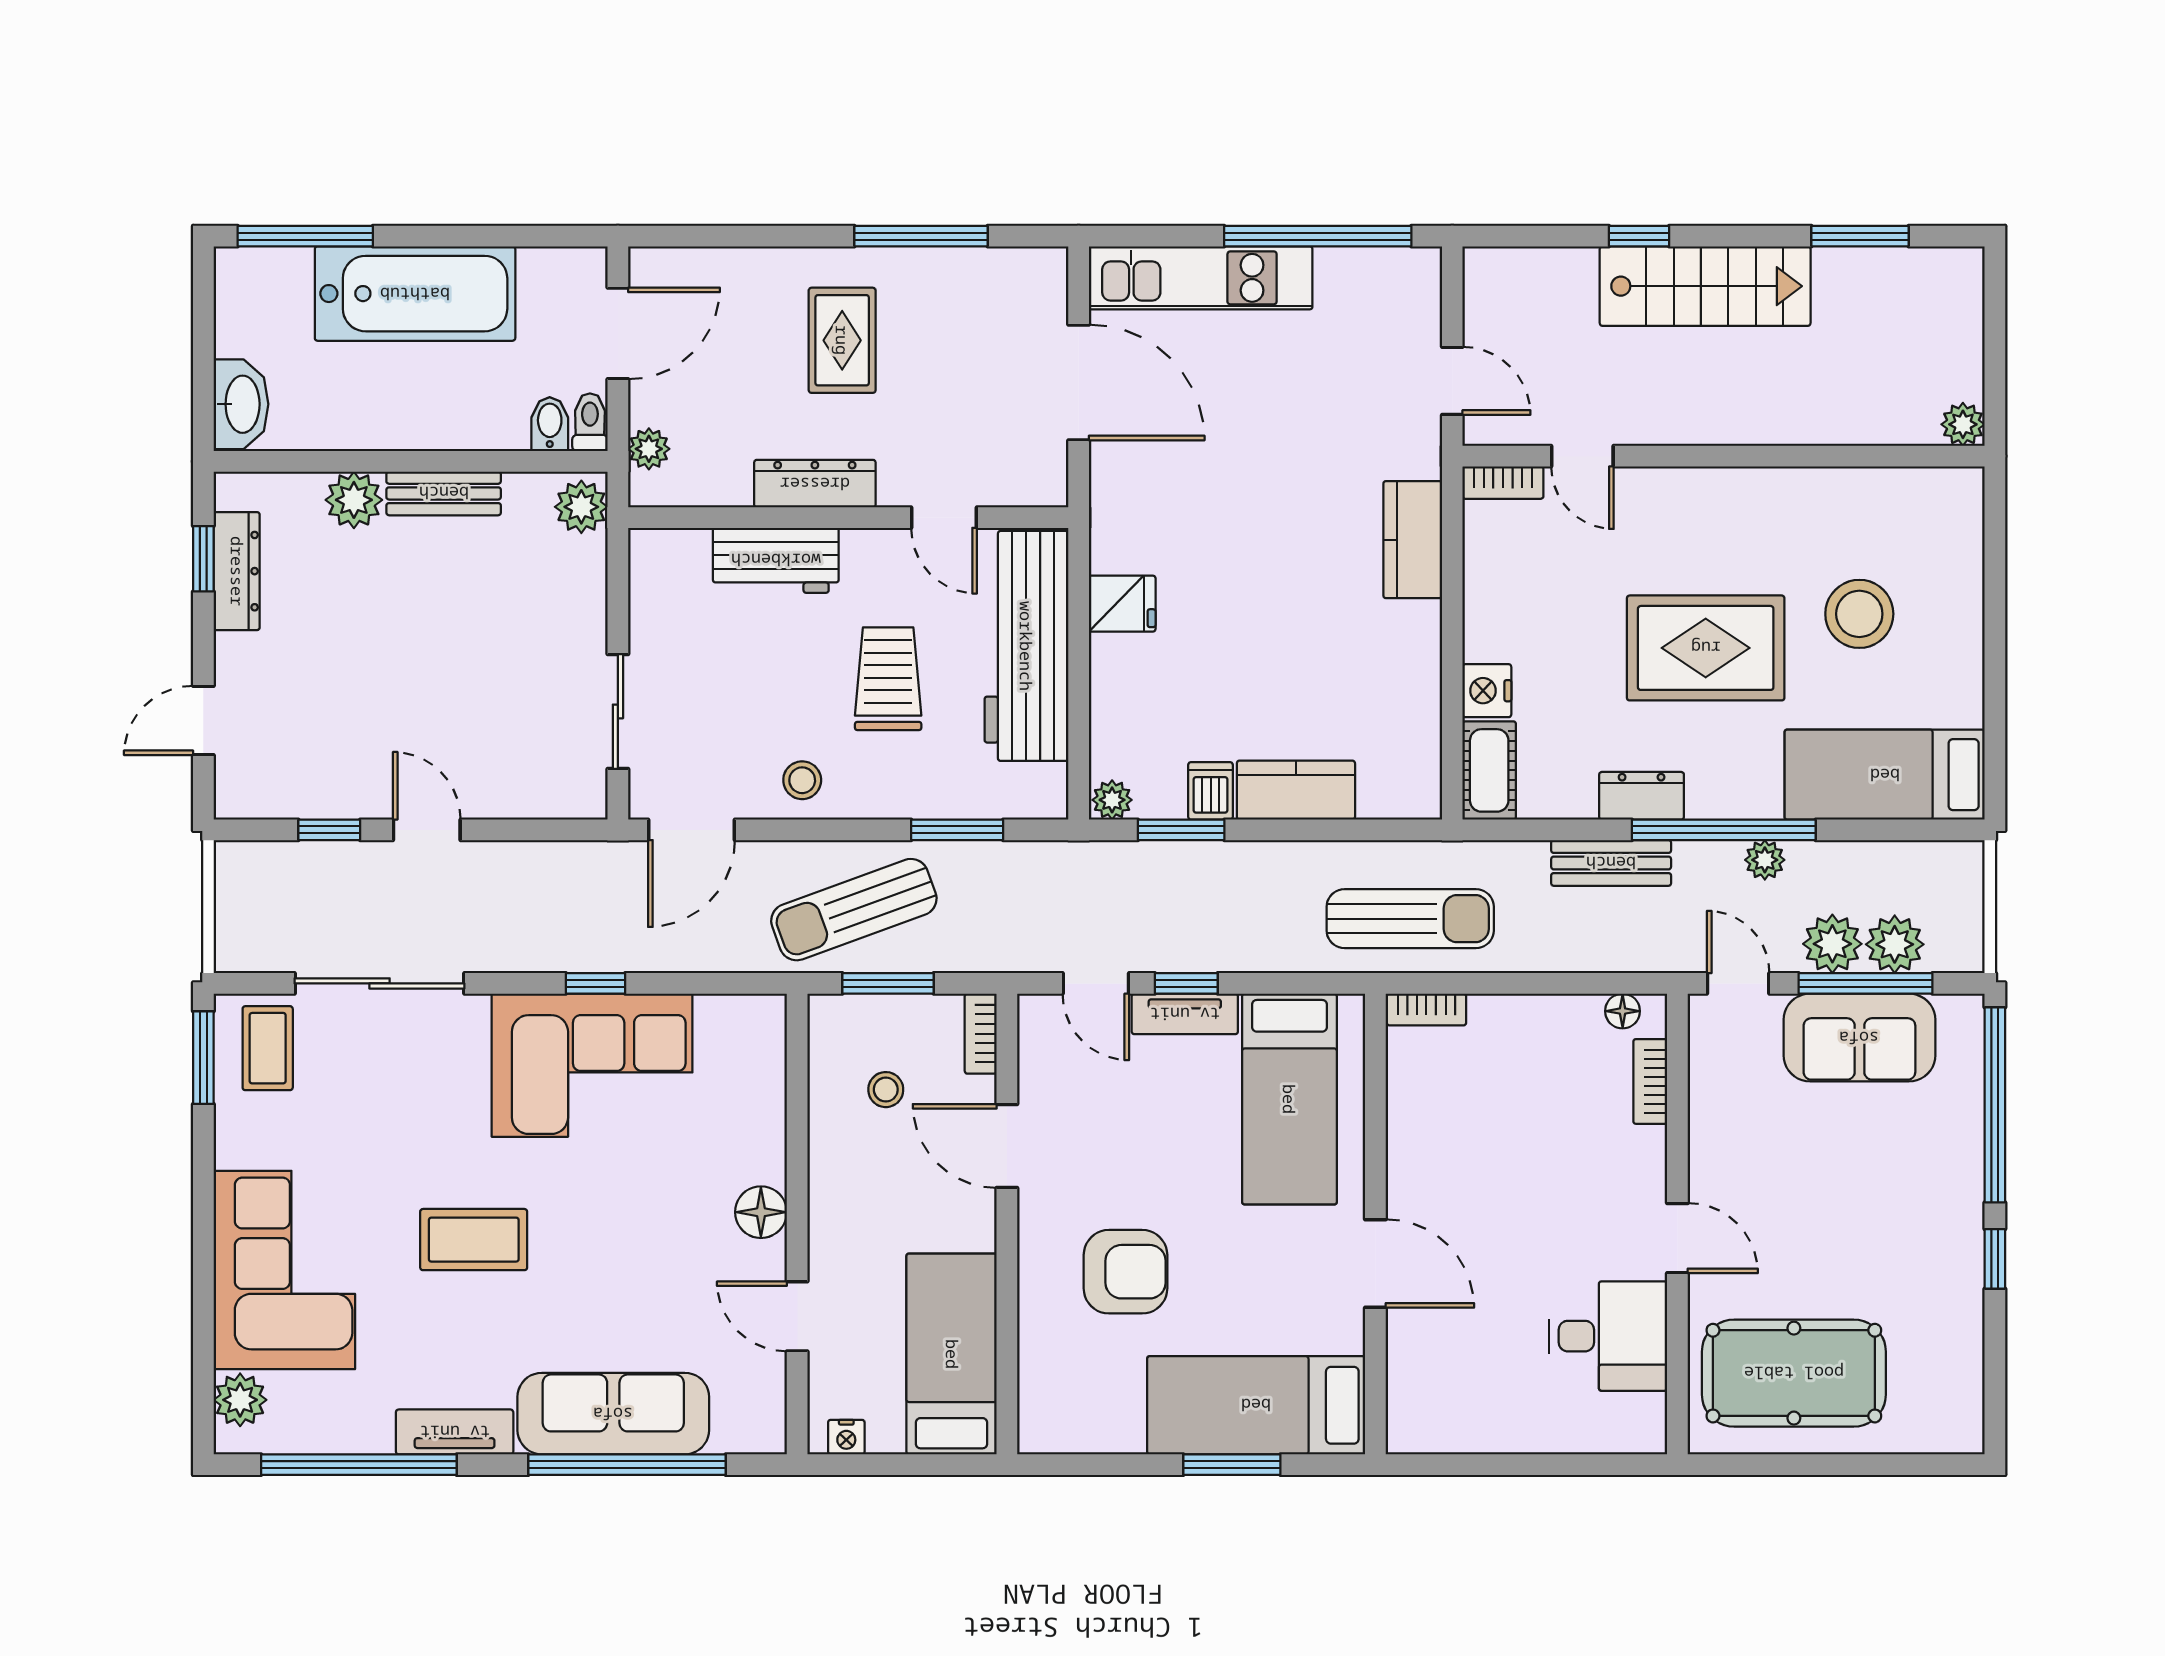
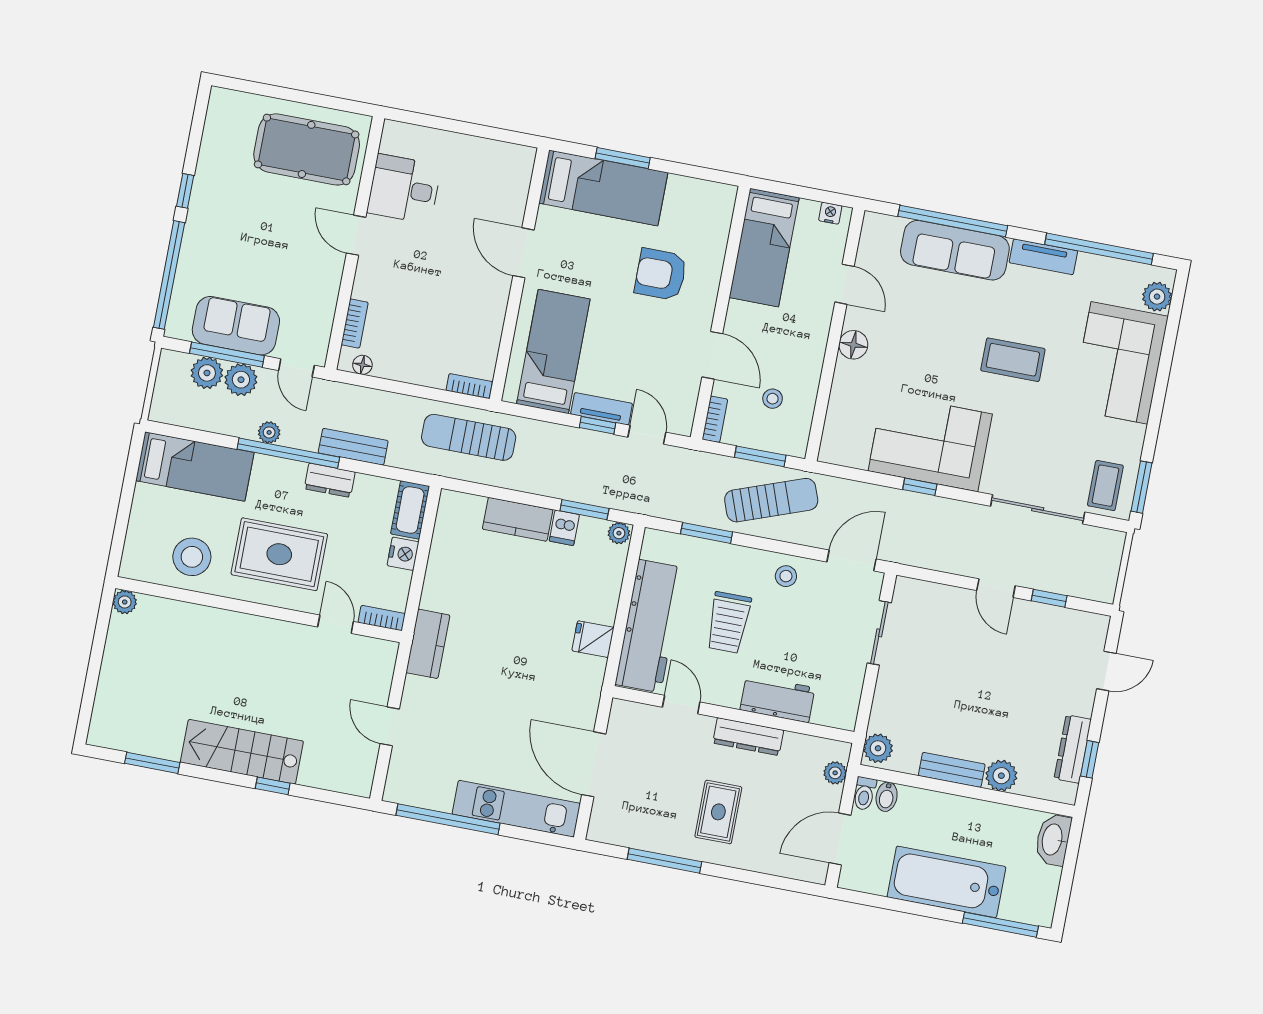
plant: (1963, 424) -> (125, 602), moved
door: (1582, 456) -> (336, 624), moved
wall: (1724, 456) -> (259, 610), moved
bookcase: (1503, 483) -> (382, 618), moved

